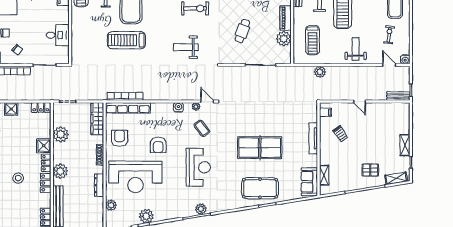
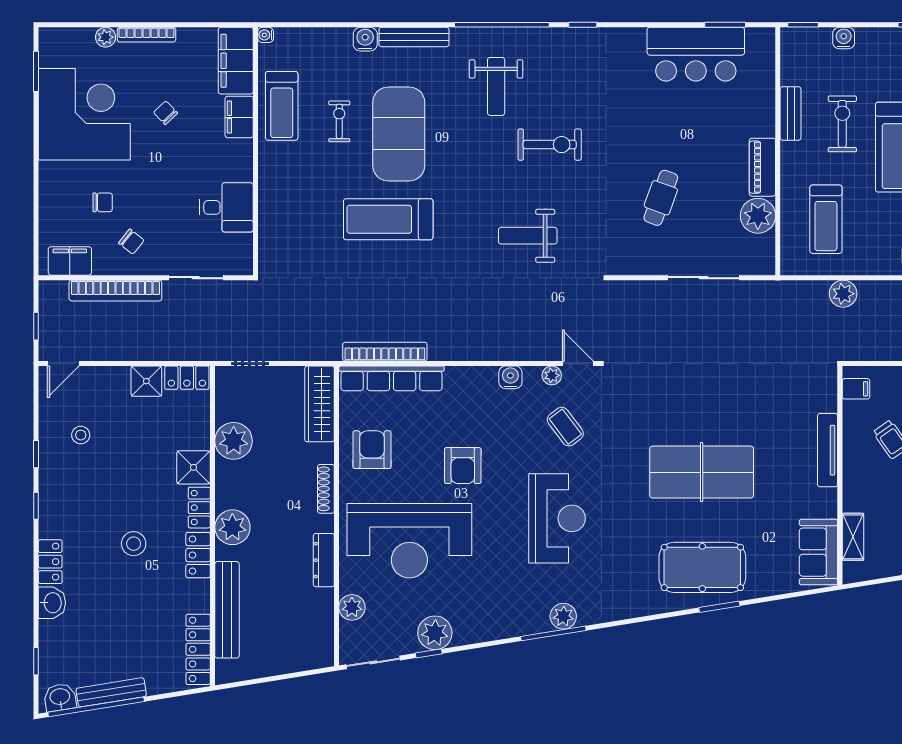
shower: (11, 109) -> (146, 381), moved

